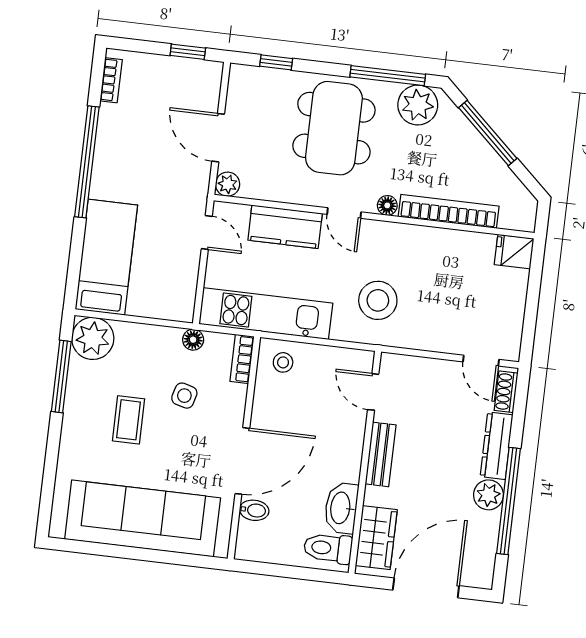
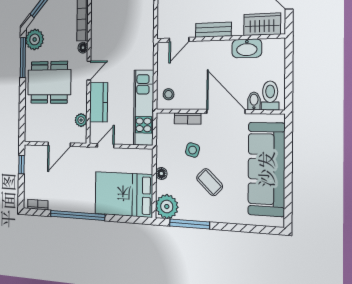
window: (276, 62) -> (22, 117), removed
plant: (228, 184) -> (81, 120), moved
bed: (106, 257) -> (124, 194), width x1.50
stool: (378, 300) -> (131, 45), removed
floor lamp: (193, 340) -> (161, 173), moved
bookcase: (242, 359) -> (188, 119), moved
coffee table: (129, 420) -> (210, 182), turned 44
toilet: (328, 548) -> (270, 96), moved, turned 180

